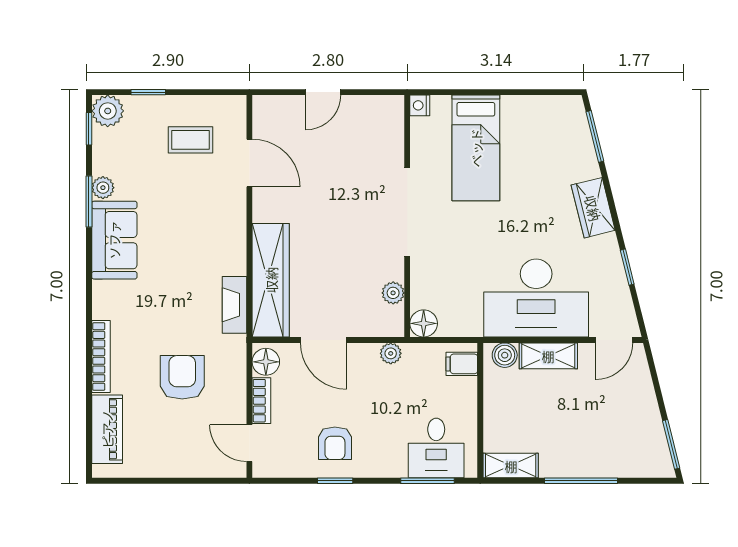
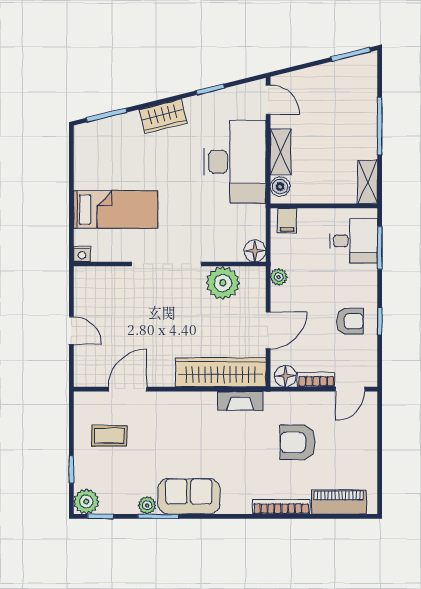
coffee table: (191, 140) -> (109, 436), turned 90
plant: (393, 293) -> (223, 283), width x1.87, depth x1.87

